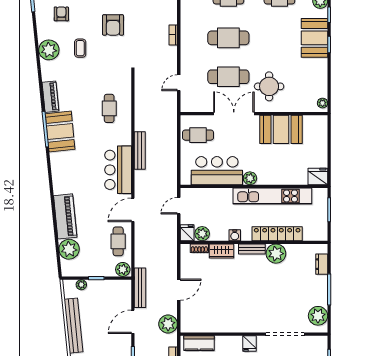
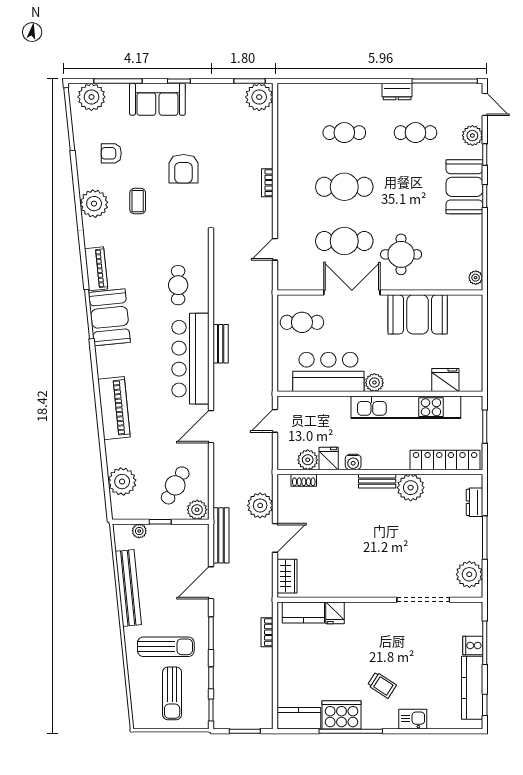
armchair: (61, 14) -> (111, 153), turned -90
bench: (140, 150) -> (221, 344), width x0.73
bar counter: (118, 170) -> (190, 359), width x1.36
fridge: (318, 176) -> (445, 380), moved
piano: (65, 216) -> (114, 408), moved
fridge: (187, 233) -> (329, 458), moved
locker: (277, 234) -> (445, 460), moved
cafe table: (118, 241) -> (175, 485), moved, turned 30
wardrobe: (222, 251) -> (287, 576), moved, turned -90
plant: (168, 324) -> (260, 505), moved
fridge: (249, 343) -> (335, 613), moved

